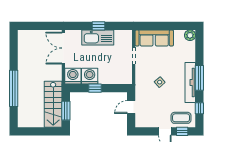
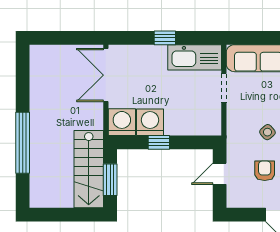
kitchen sink: (98, 38) -> (195, 57), moved
armchair: (158, 105) -> (265, 171), added

